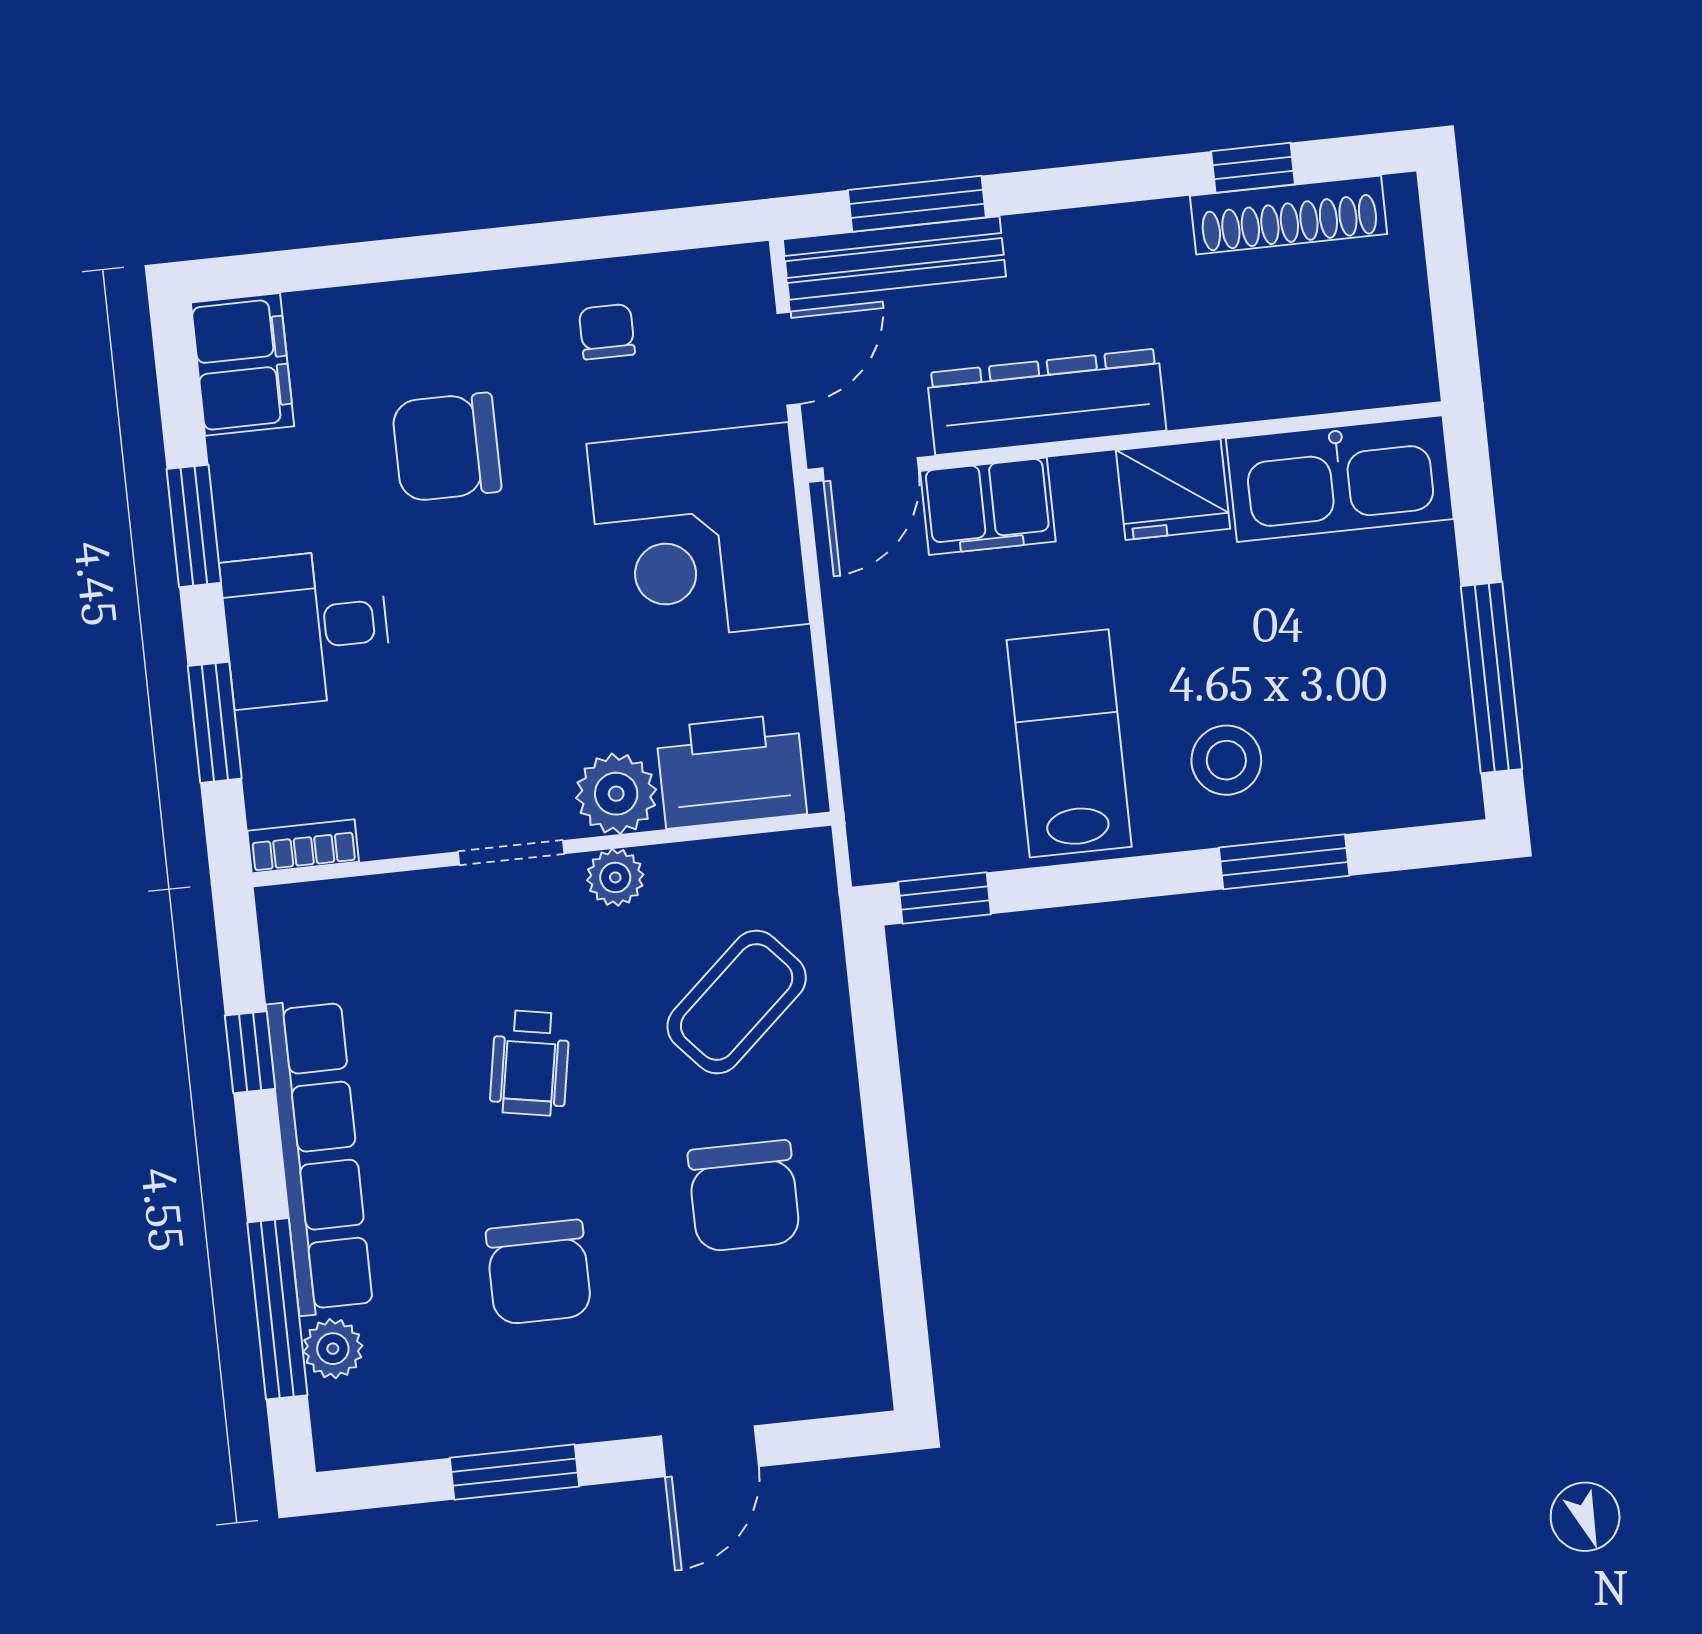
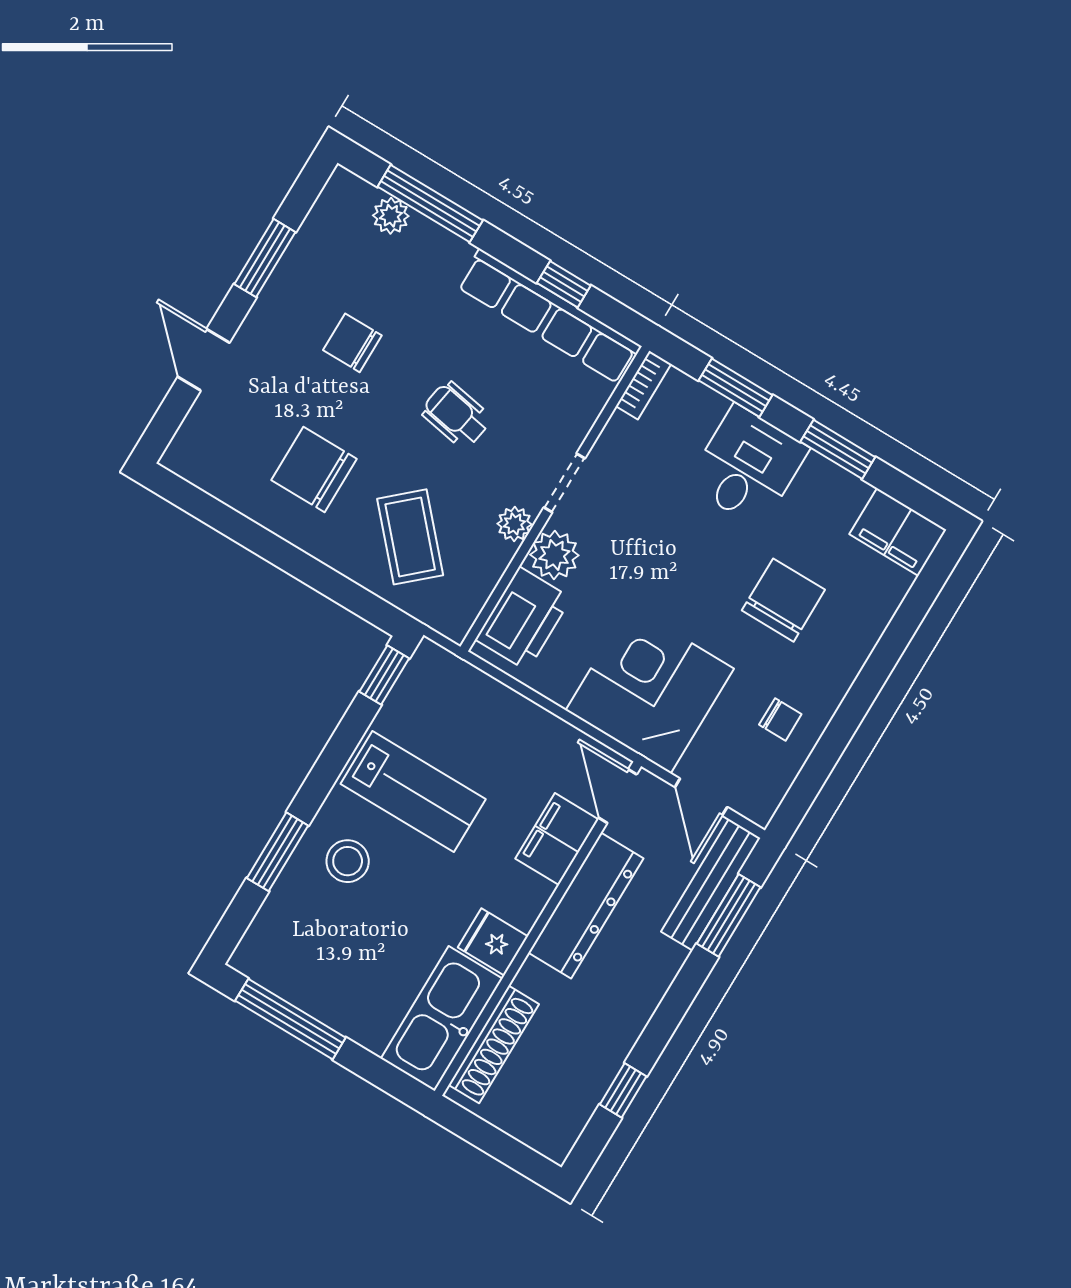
shoe rack: (1289, 215) -> (494, 1044), moved, turned 180
fridge: (1173, 489) -> (493, 942), width x0.72
row of seats: (320, 1156) -> (549, 316), moved
chair: (539, 1272) -> (352, 343), width x0.73, depth x0.73

